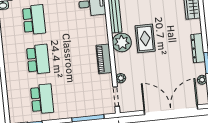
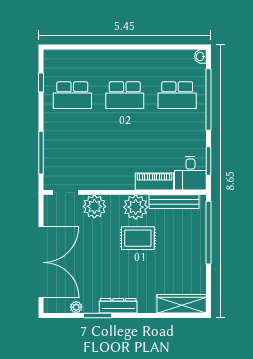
piano: (104, 59) -> (154, 181), moved
plant: (121, 78) -> (94, 206), width x1.87, depth x1.87

